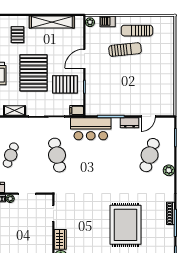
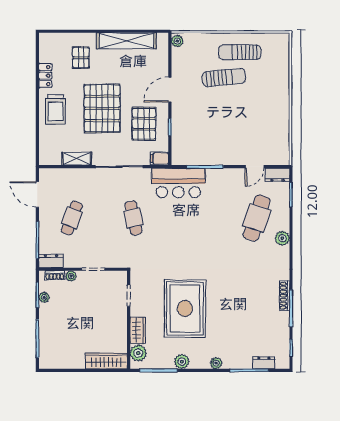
barbecue: (108, 21) -> (201, 40), removed
pallet: (65, 84) -> (144, 124), turned 90
dresser: (129, 123) -> (277, 175), moved
cafe table: (57, 155) -> (133, 218), width x0.73, depth x0.74
rug: (126, 225) -> (185, 309), moved

